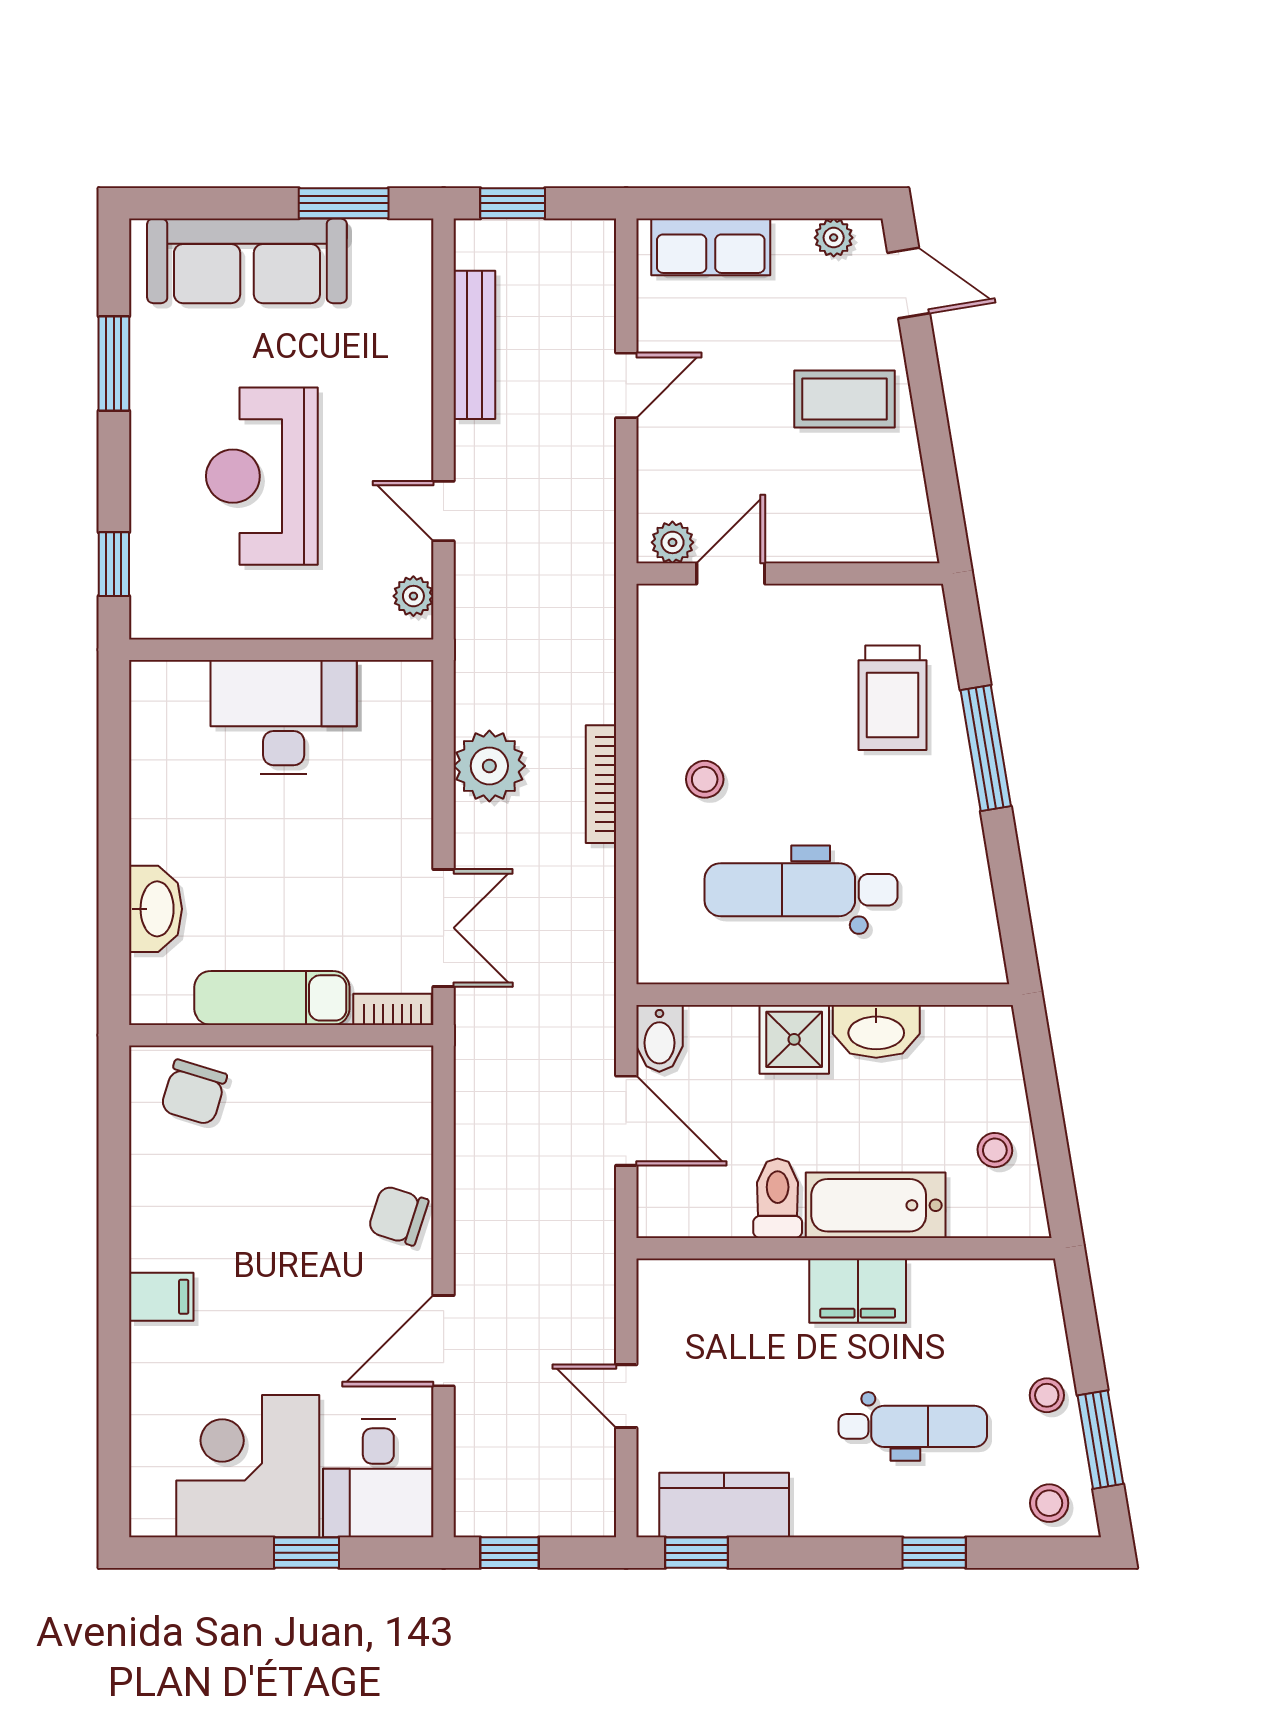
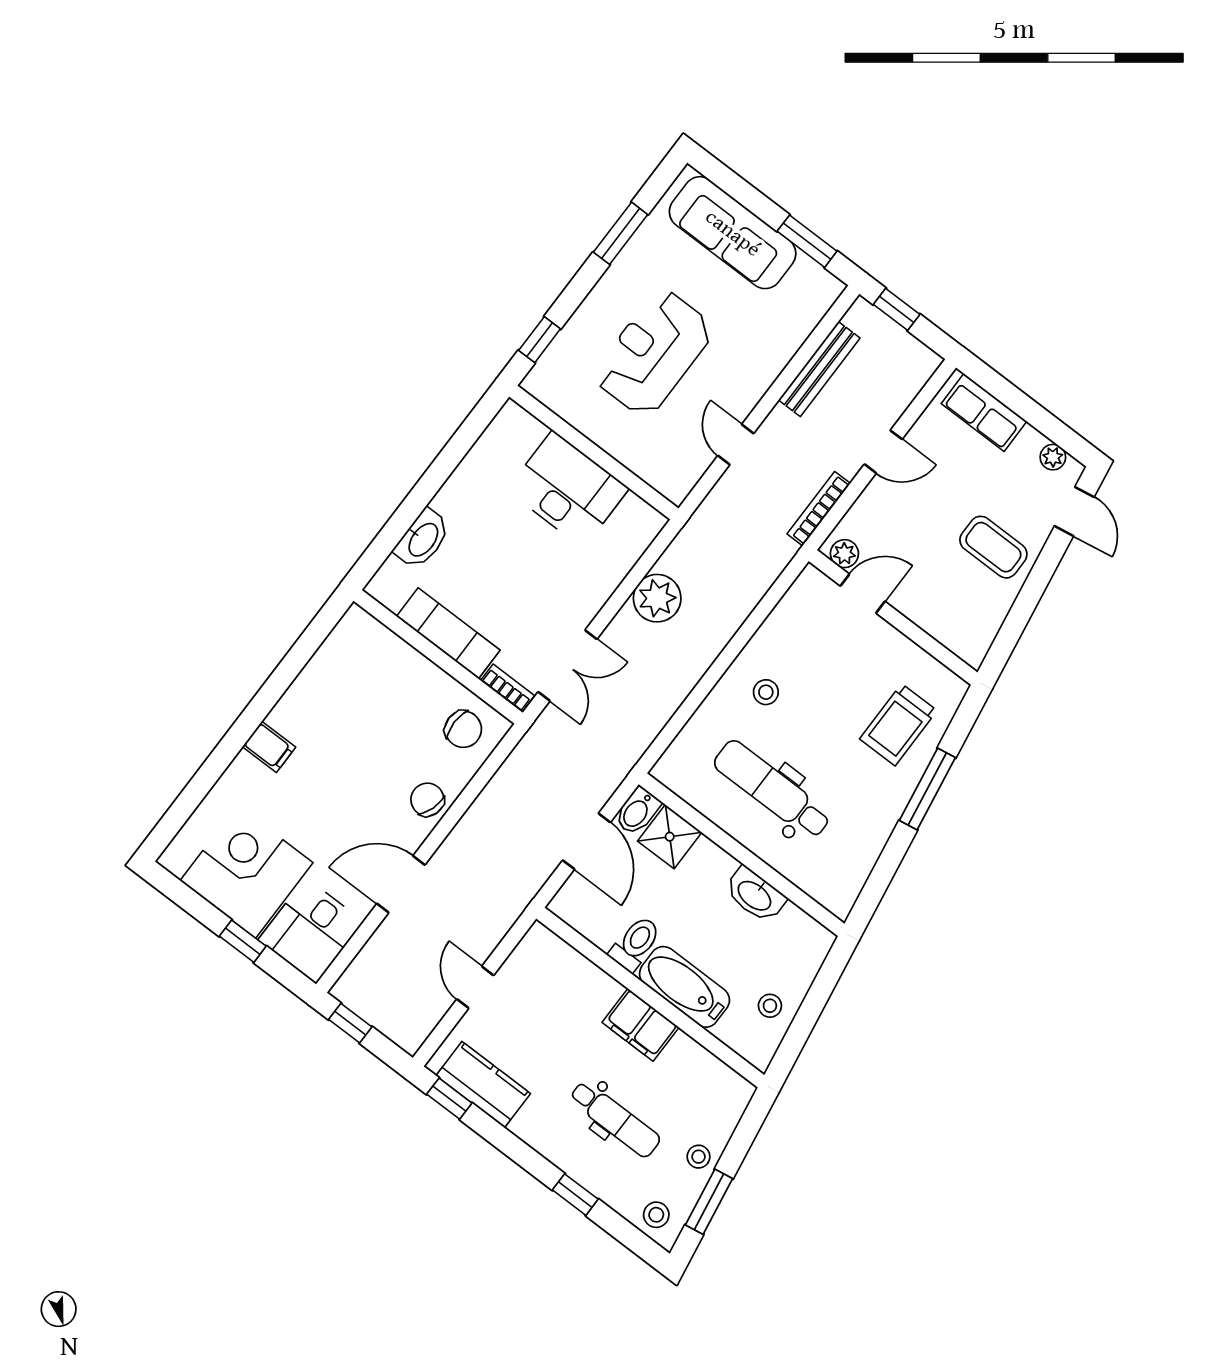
plant: (413, 596) -> (685, 477), removed
bookcase: (601, 784) -> (819, 509), moved
shower: (794, 1039) -> (670, 837), moved
chair: (194, 1092) -> (463, 729), moved, turned -107

